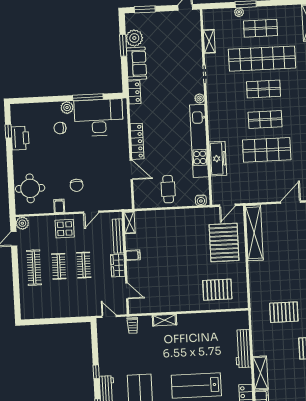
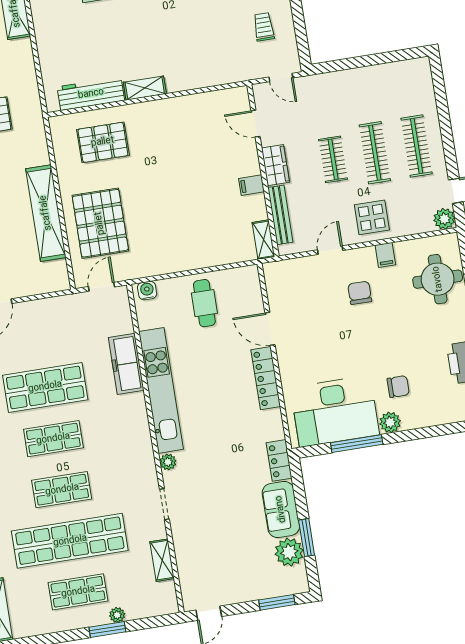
shelving: (254, 233) -> (46, 213), moved
clothes rail: (59, 266) -> (375, 153), width x1.36
shelving: (164, 320) -> (145, 88), moved
trolley: (133, 325) -> (264, 27), moved
workbench: (243, 349) -> (91, 94), moved, turned -90

